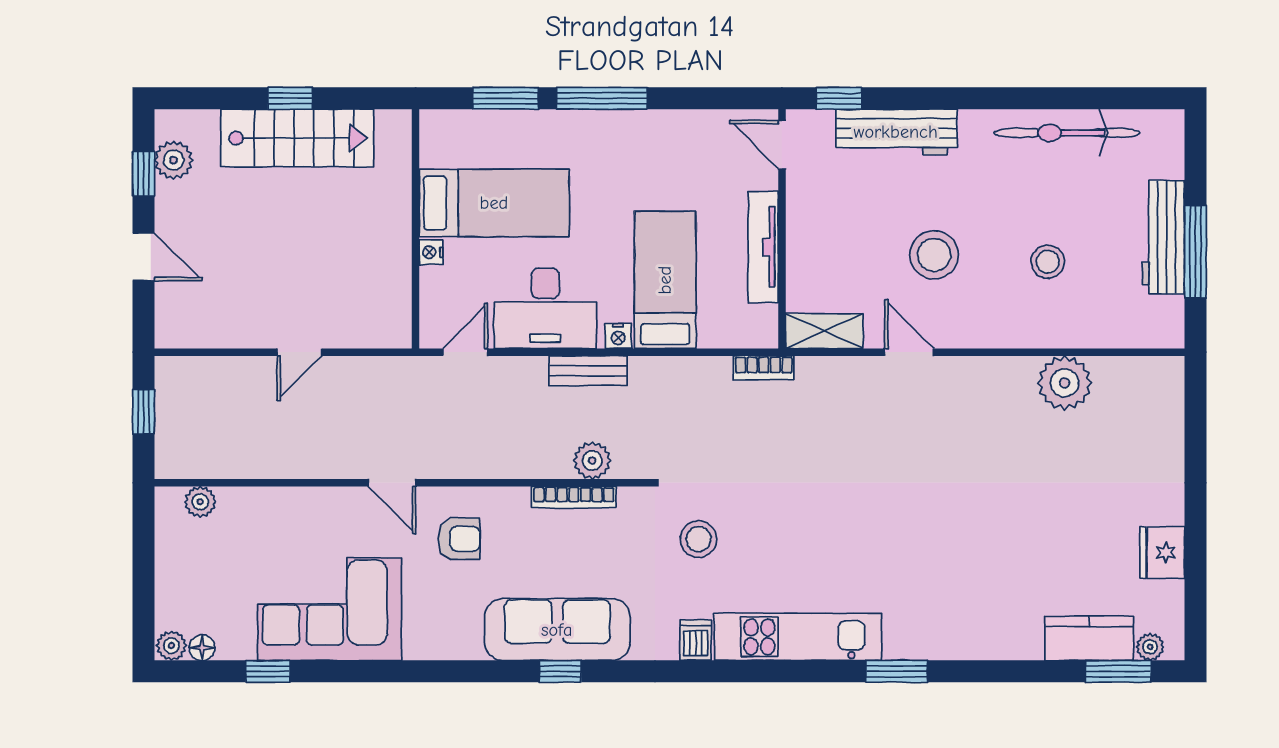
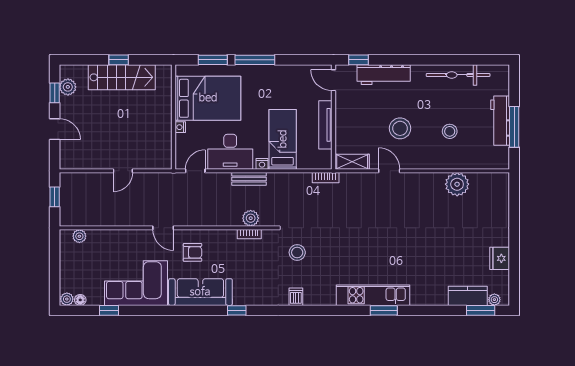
bed: (494, 203) -> (208, 98), width x1.50
bookcase: (574, 497) -> (249, 234), width x0.64
sofa: (557, 630) -> (200, 292), moved
kitchen unit: (798, 637) -> (373, 295), moved

